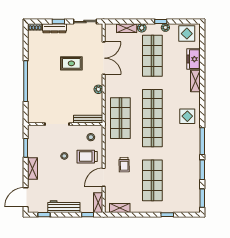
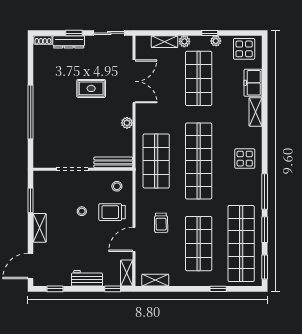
shop shelf: (185, 180) -> (241, 244), added
workbench: (64, 207) -> (87, 278), width x0.73

